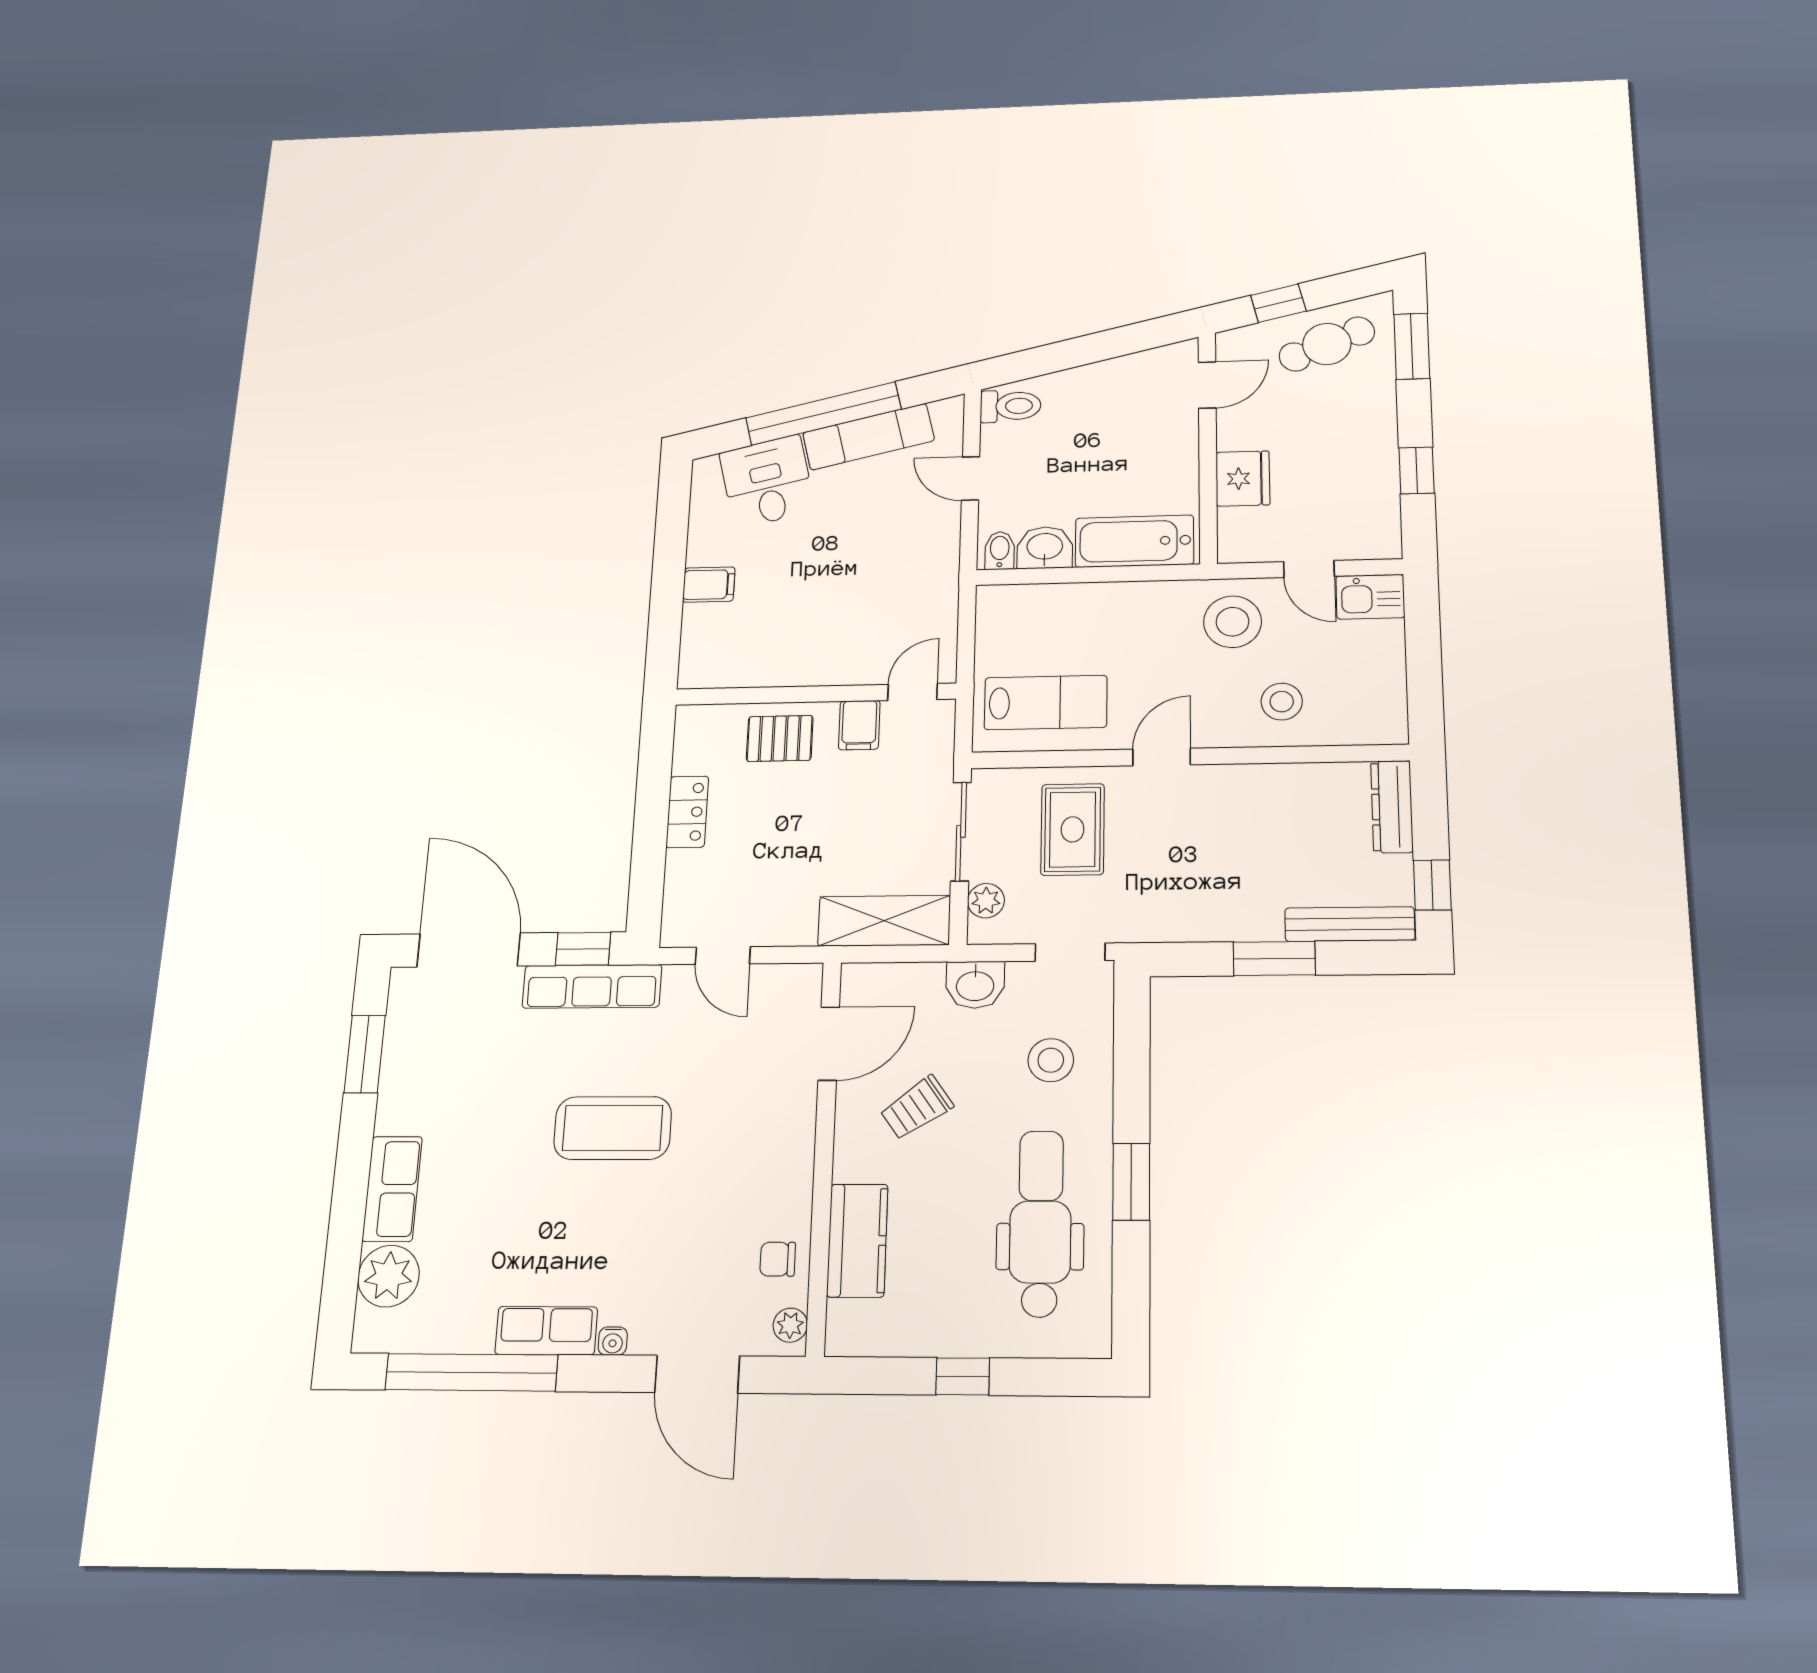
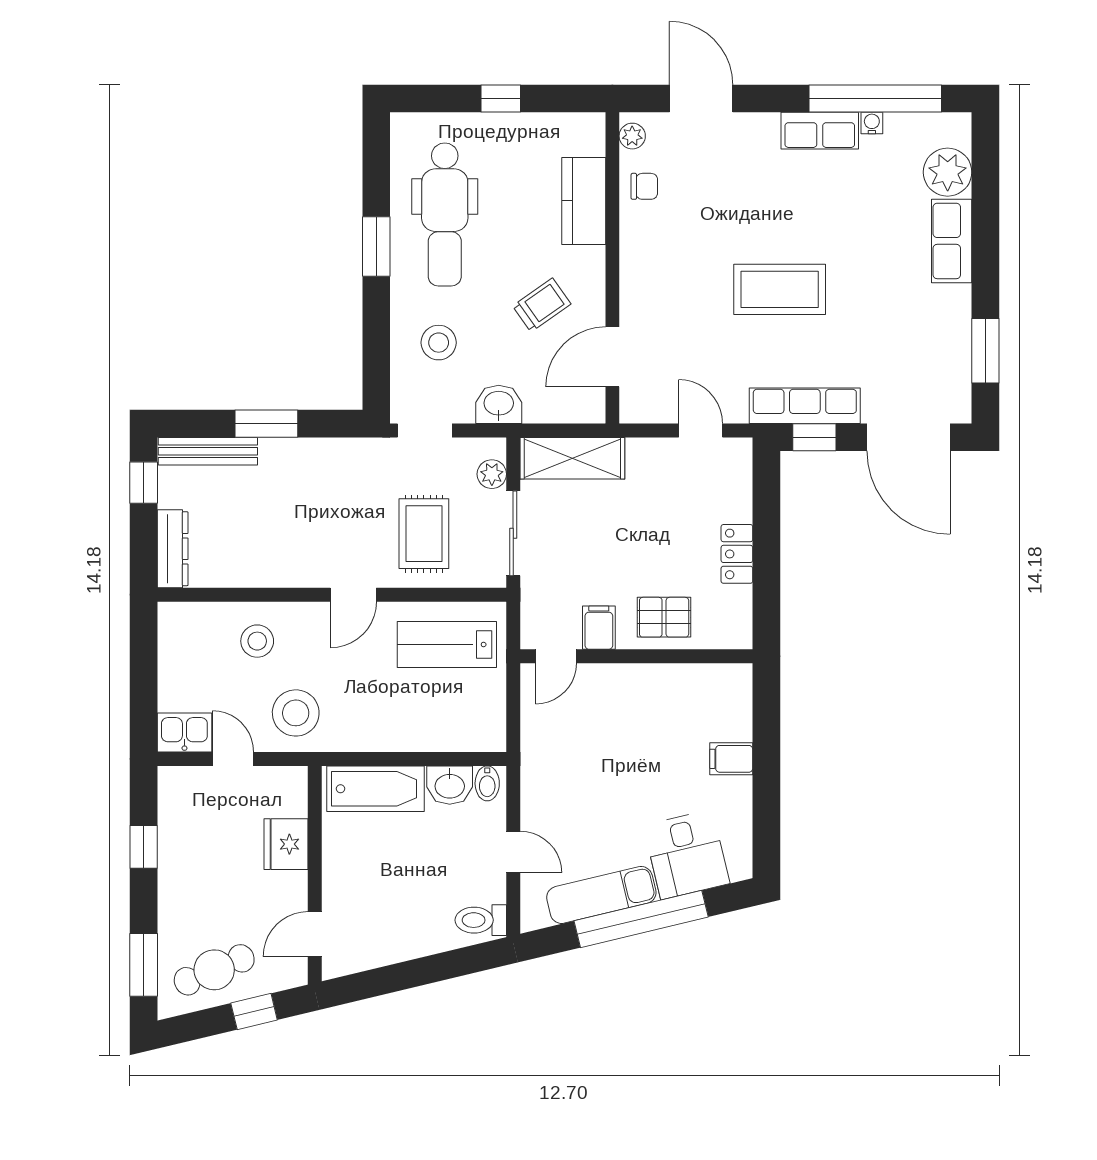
water cooler: (613, 1341) -> (872, 123), moved

